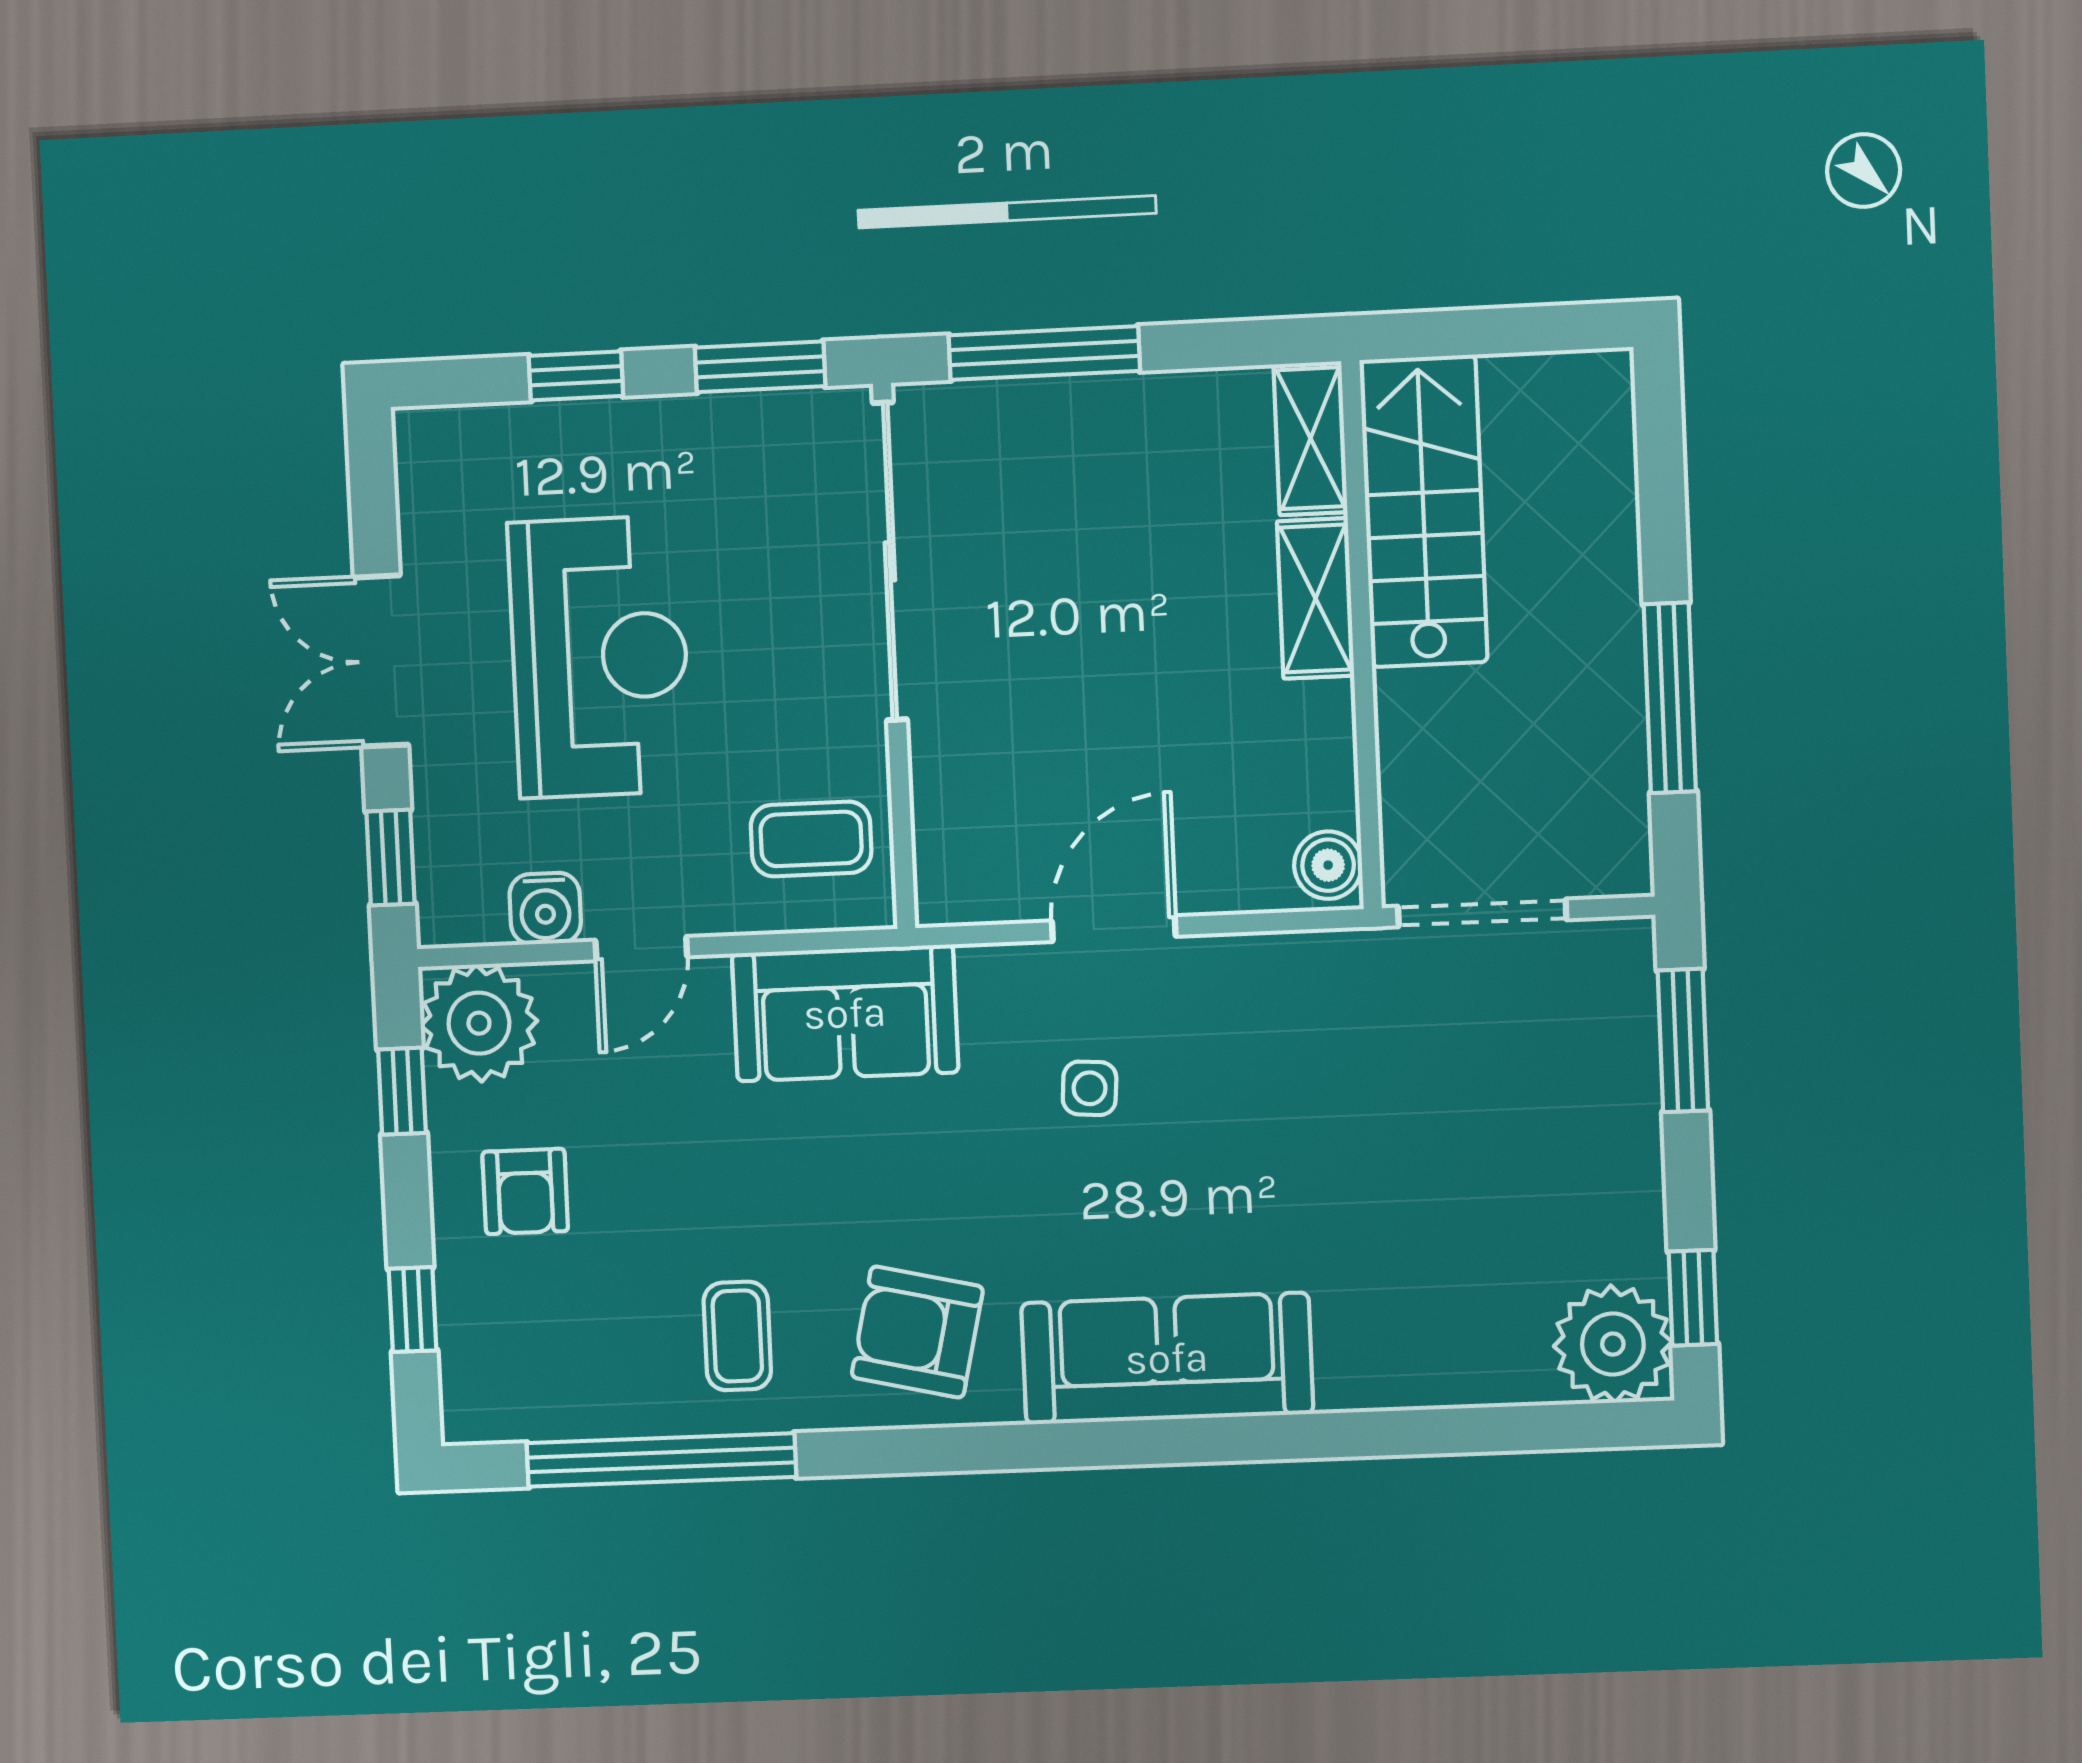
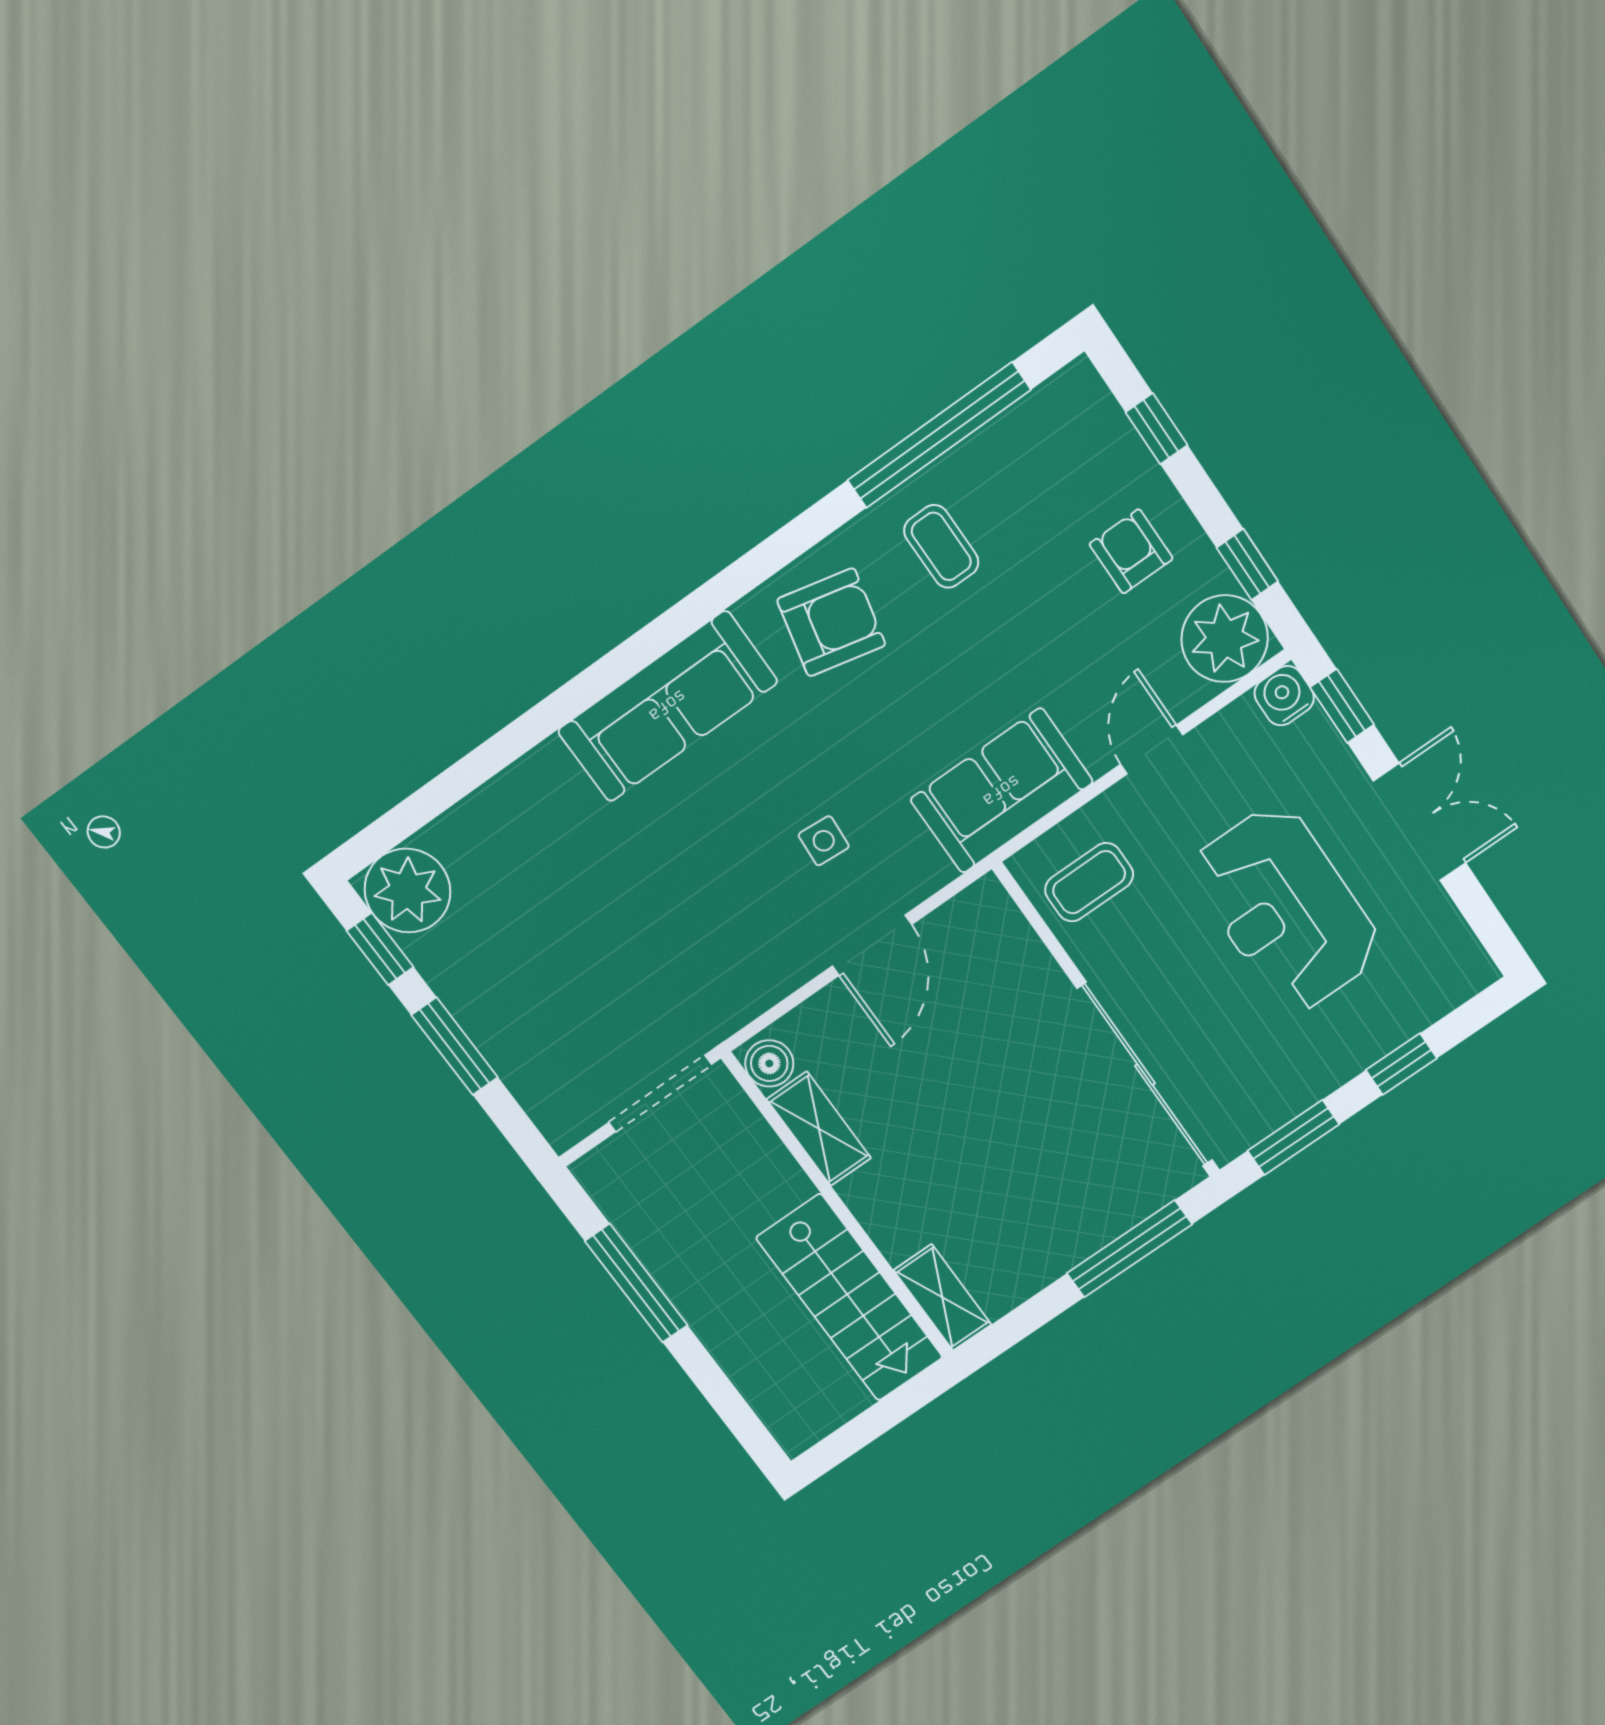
shelving: (1316, 598) -> (819, 1129), moved
water cooler: (545, 909) -> (1284, 696), moved
window: (1683, 1040) -> (455, 1046), moved

